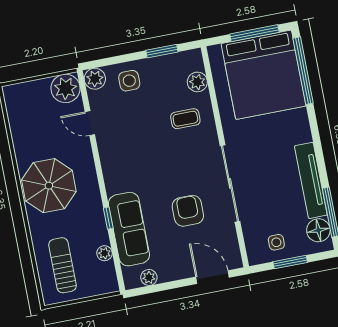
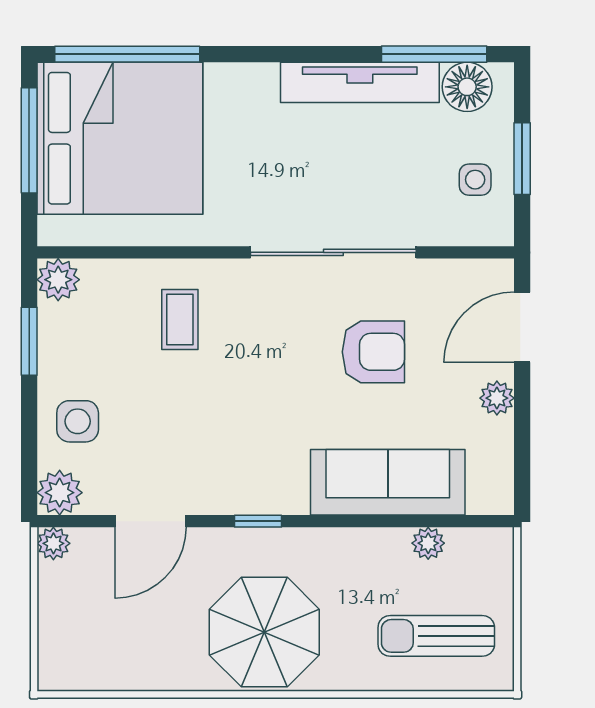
plant: (197, 82) -> (58, 280), moved
plant: (66, 88) -> (53, 543), width x0.53, depth x0.53
door: (90, 123) -> (150, 521), width x1.38
armchair: (188, 211) -> (373, 352), turned 180
window: (108, 218) -> (258, 521), moved
plant: (149, 277) -> (497, 398), moved

